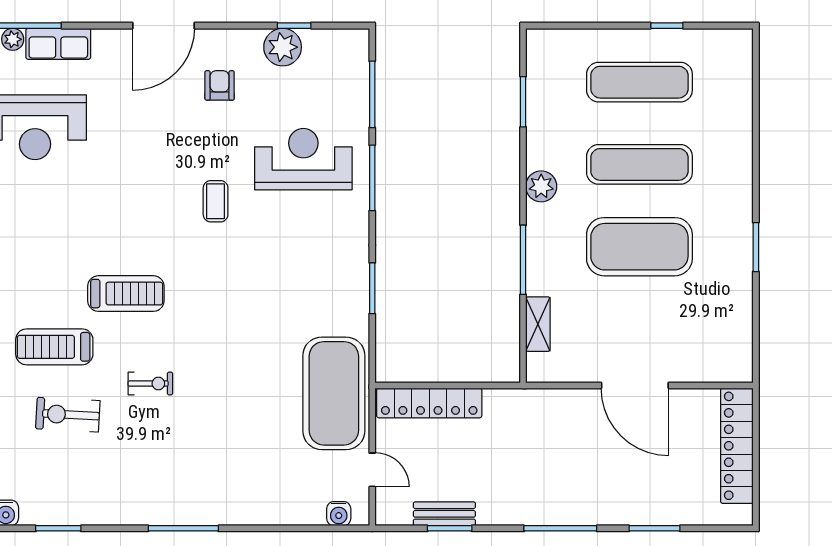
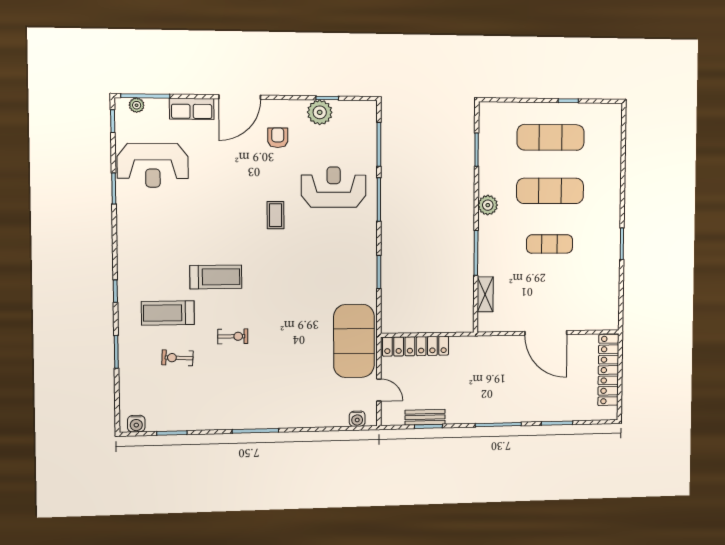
row of seats: (58, 44) -> (192, 109), moved
exercise mat: (639, 247) -> (550, 244), width x0.50, depth x0.69
exercise bike: (68, 415) -> (177, 358), width x0.73, depth x0.72

